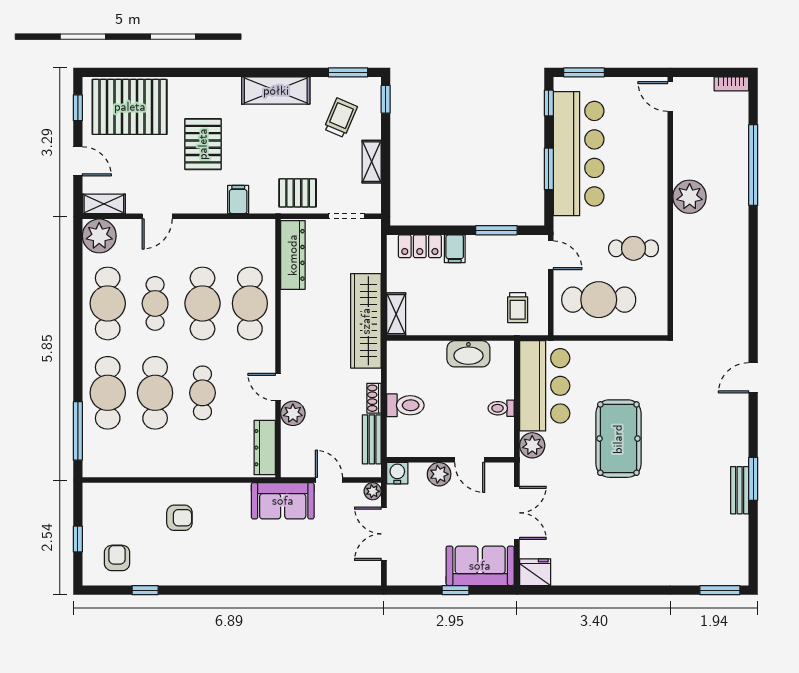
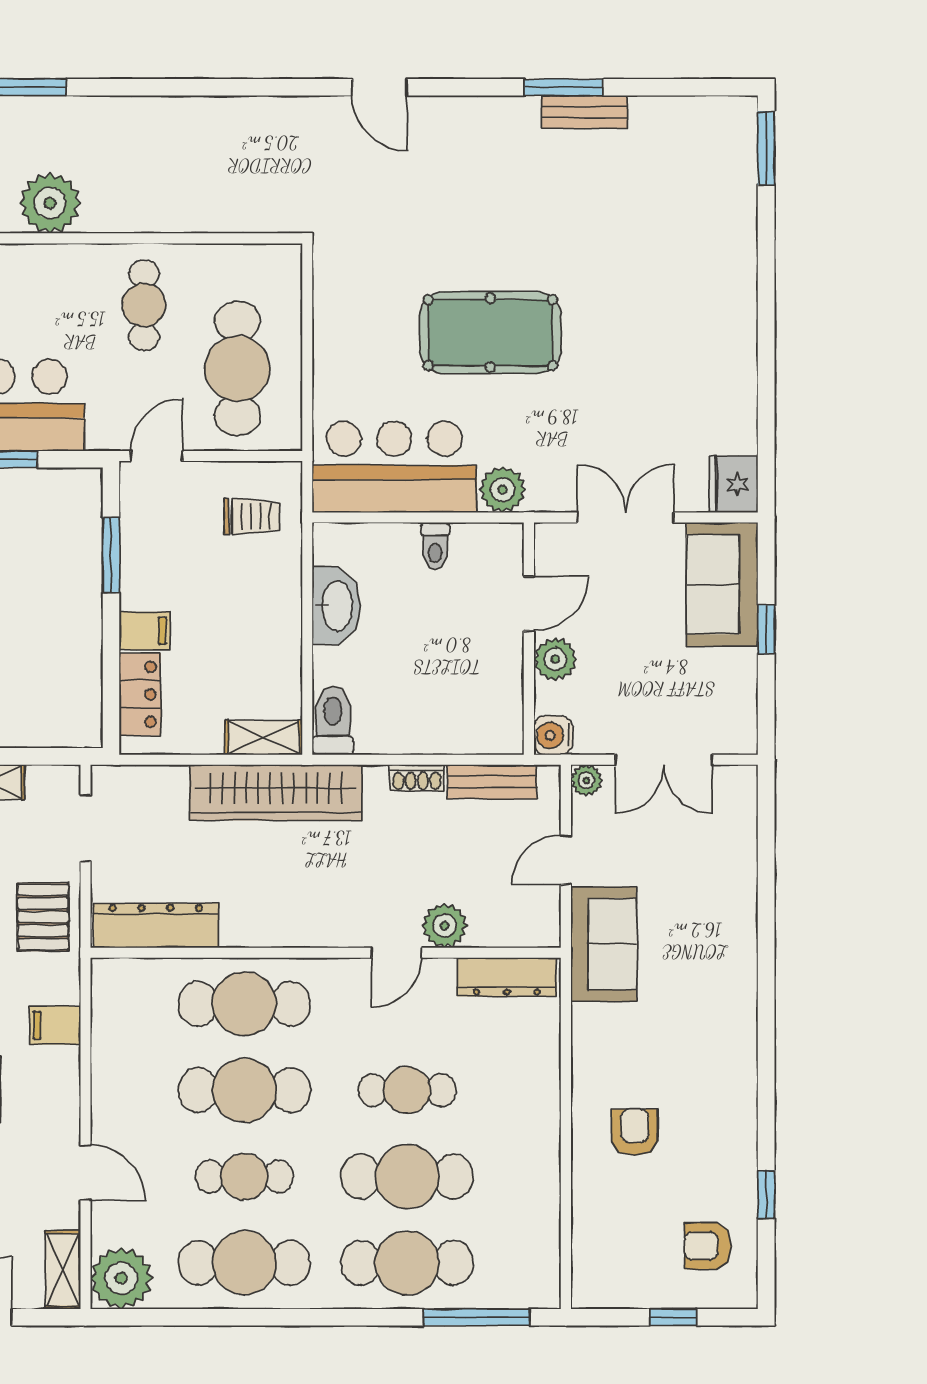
toilet: (405, 405) -> (333, 721), moved

